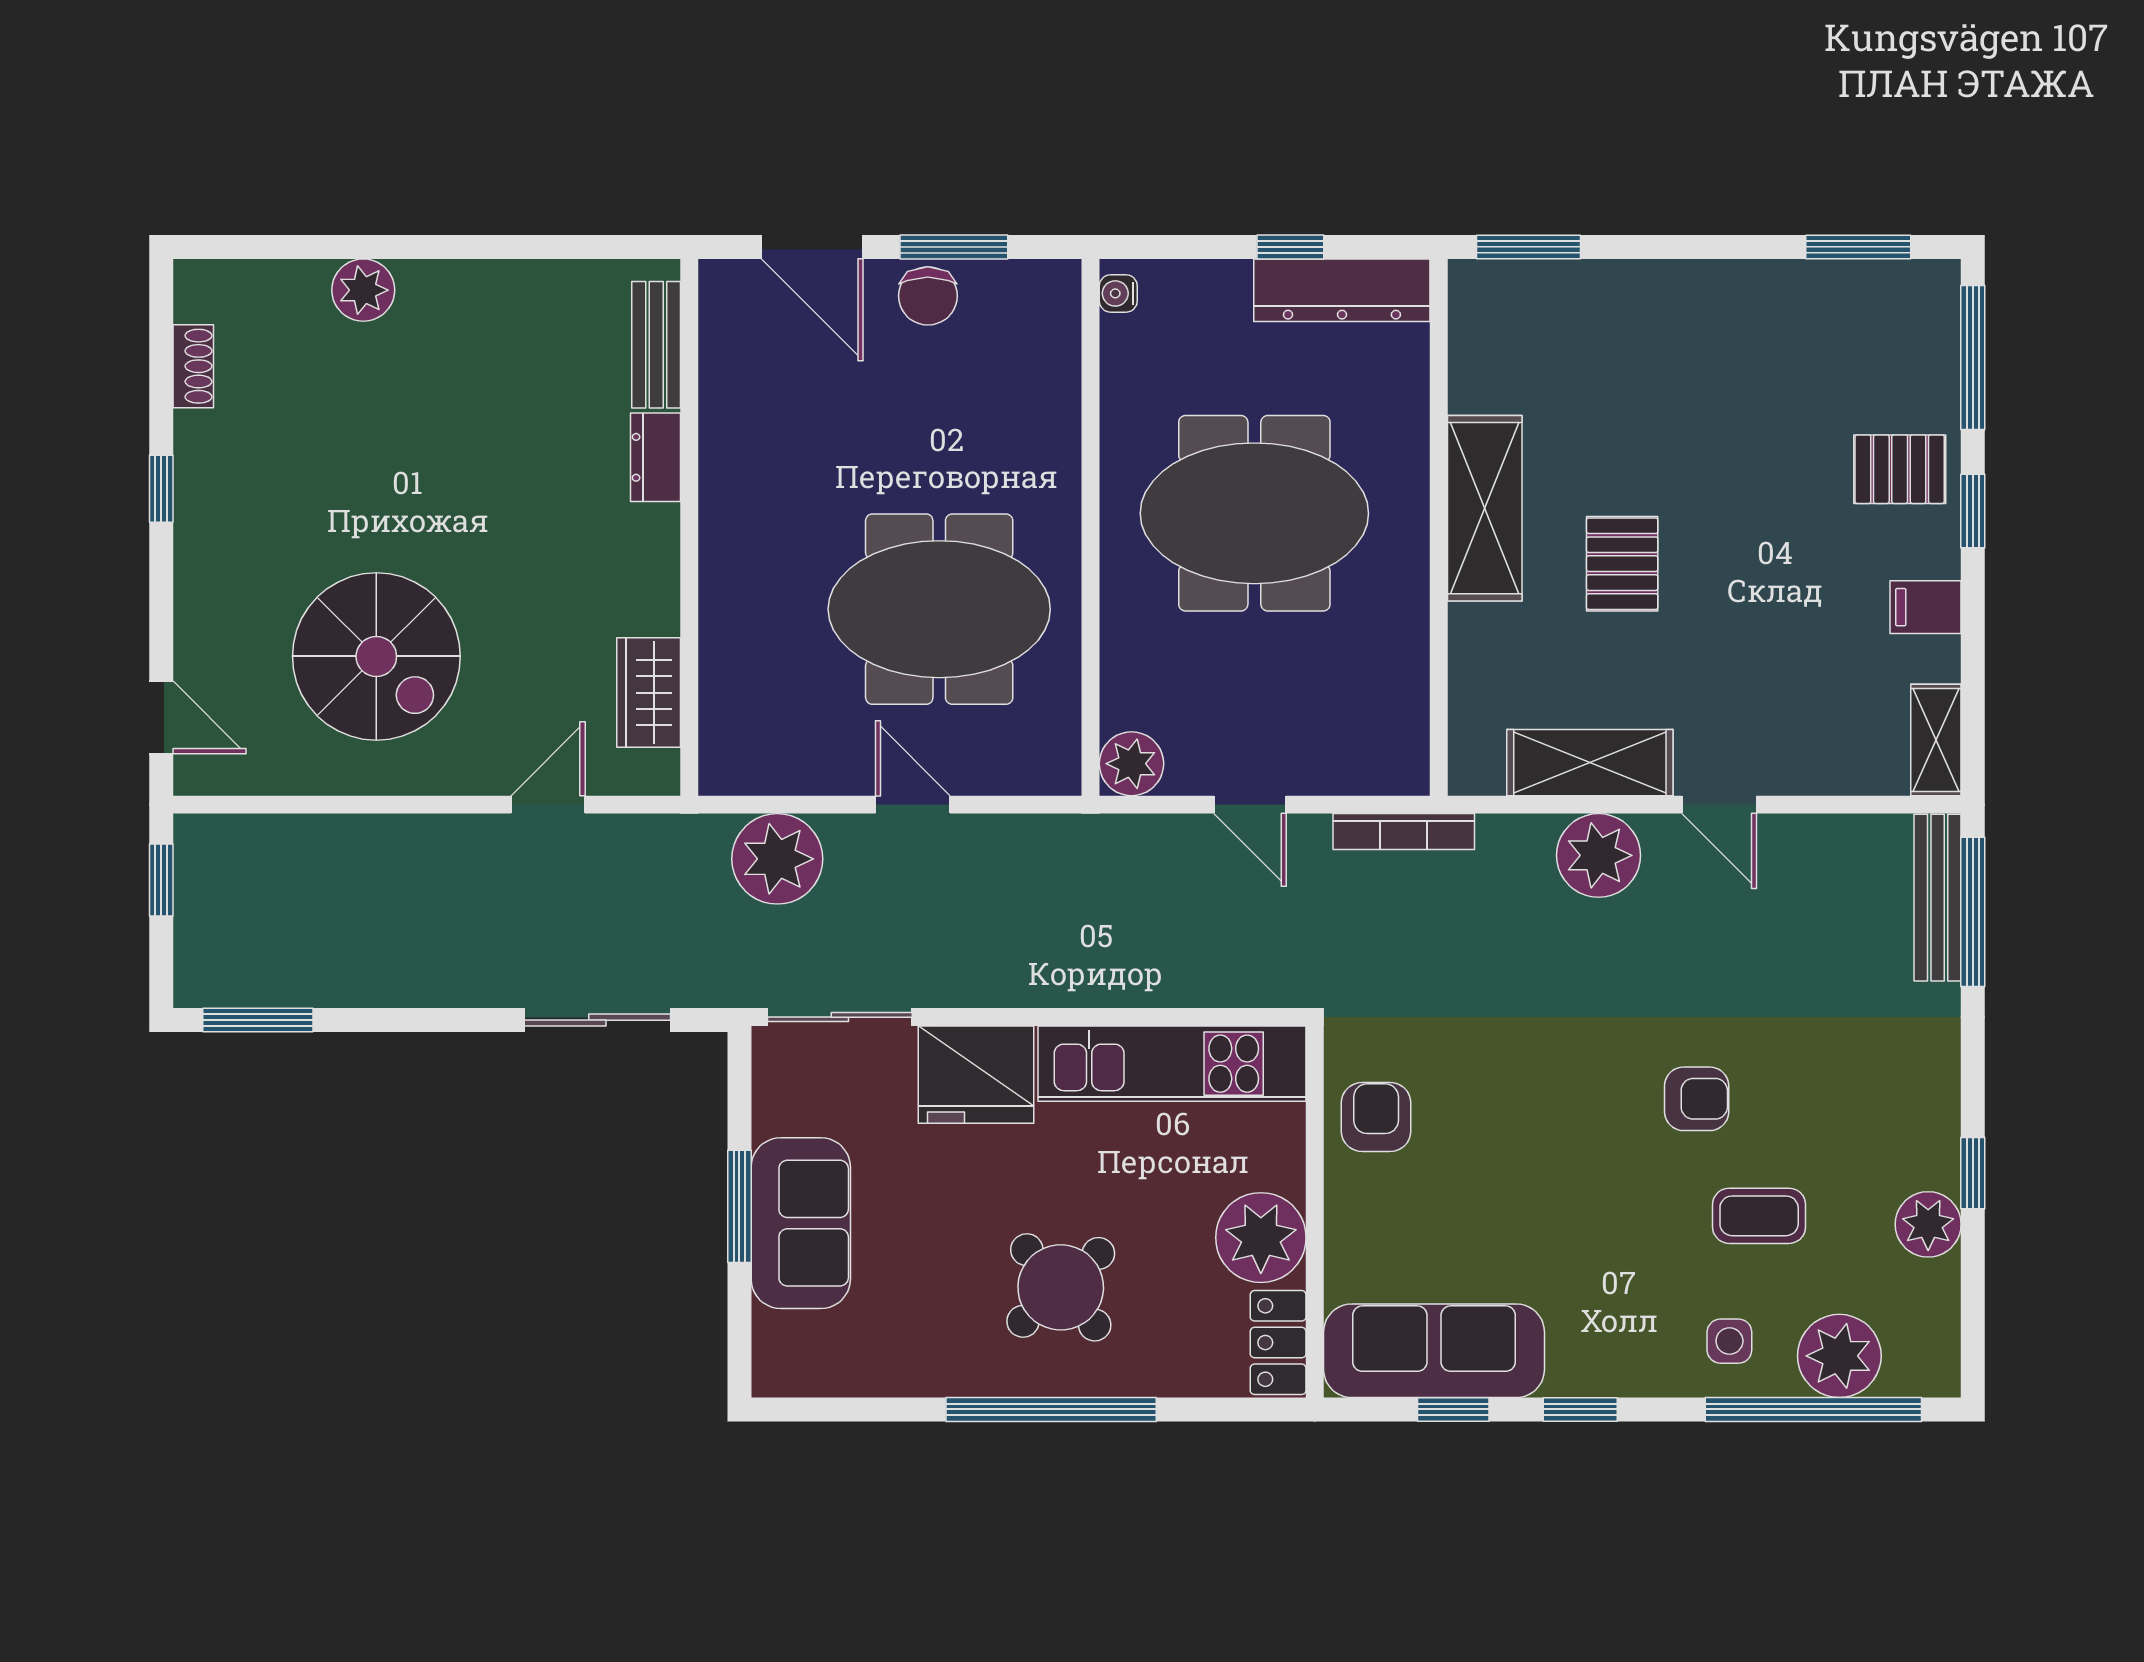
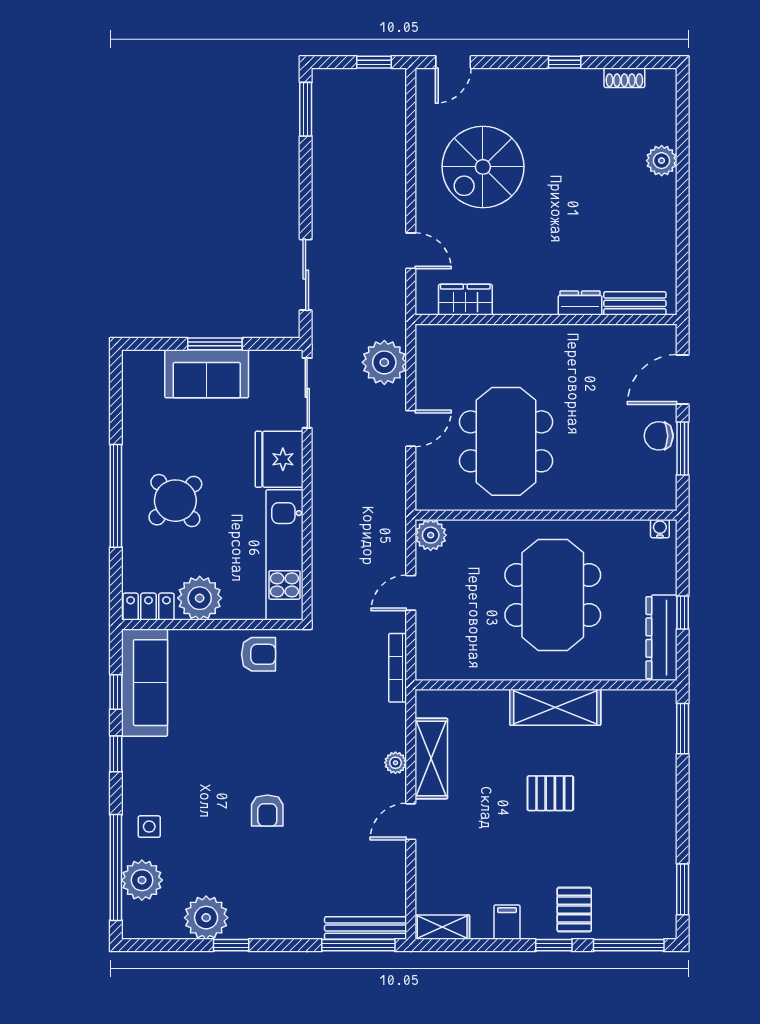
pallet: (1622, 564) -> (550, 793), moved
plant: (1599, 855) -> (395, 763), width x0.53, depth x0.53
coffee table: (1759, 1216) -> (210, 841), removed
plant: (1928, 1224) -> (206, 918), width x1.36, depth x1.36

